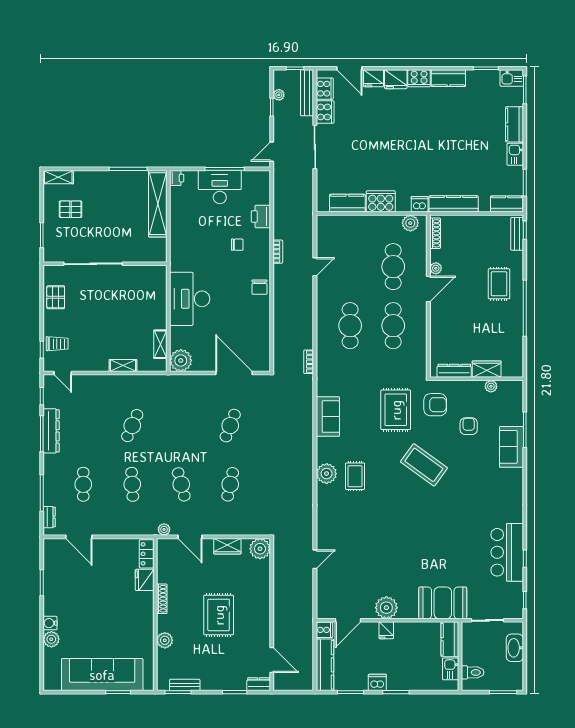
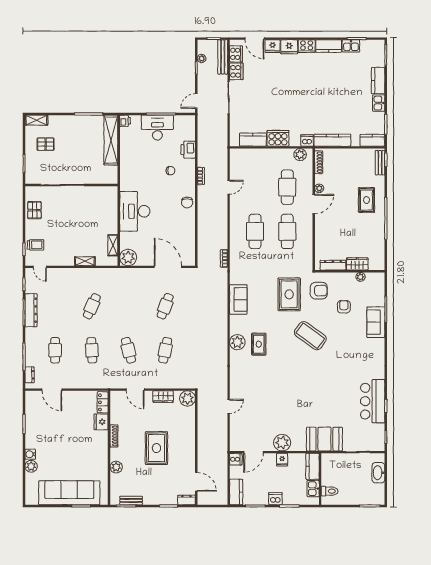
kitchen sink: (512, 78) -> (351, 46), moved
plant: (164, 529) -> (116, 384), removed
kitchen counter: (450, 639) -> (312, 466), moved
wall: (460, 656) -> (320, 479), moved
kitchen counter: (325, 665) -> (236, 492), width x0.67
kitchen sink: (451, 669) -> (313, 489), moved
toilet: (473, 672) -> (330, 491), moved

